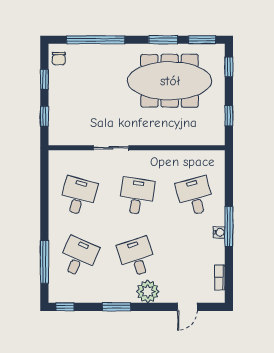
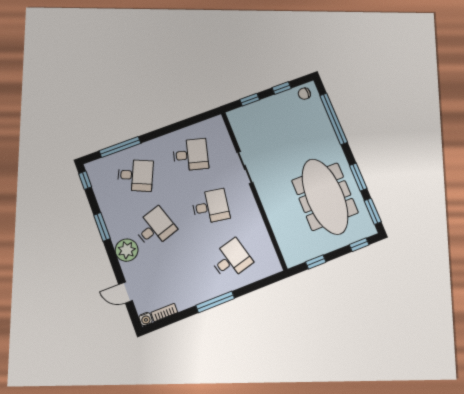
water cooler: (219, 232) -> (146, 319), moved

